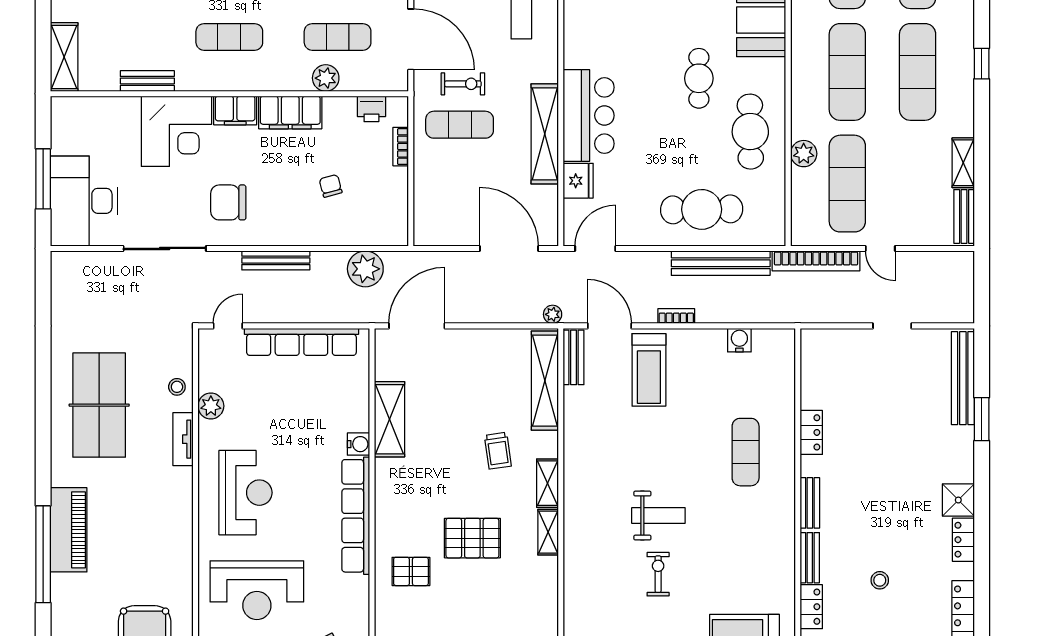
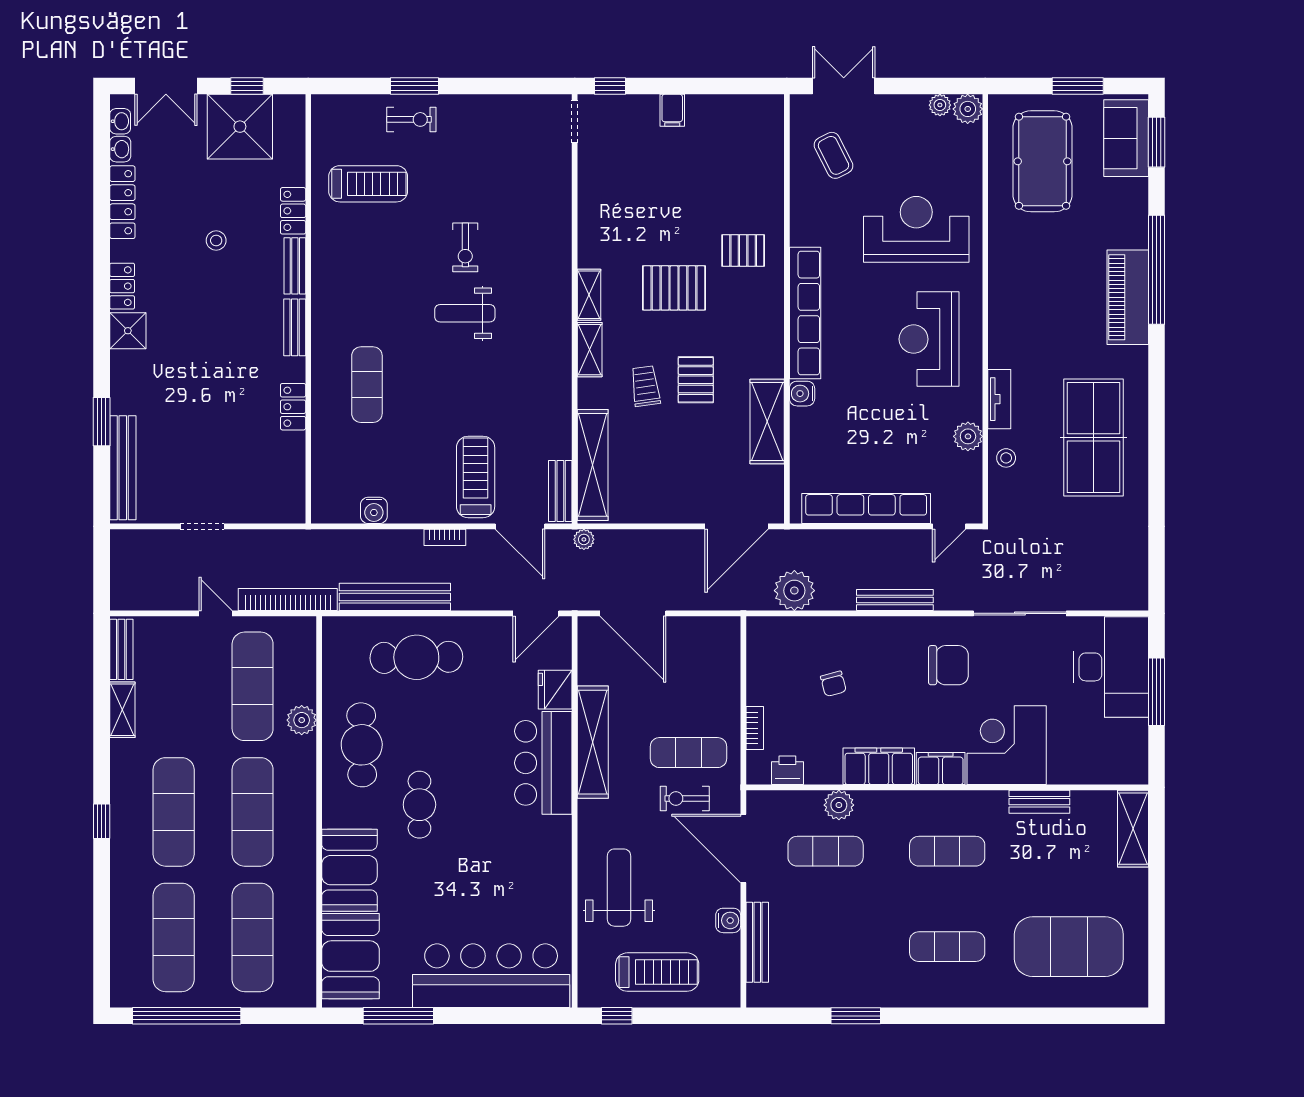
pallet: (453, 456) -> (696, 380), added

